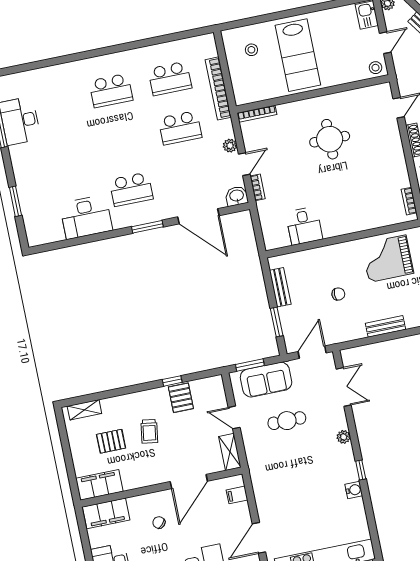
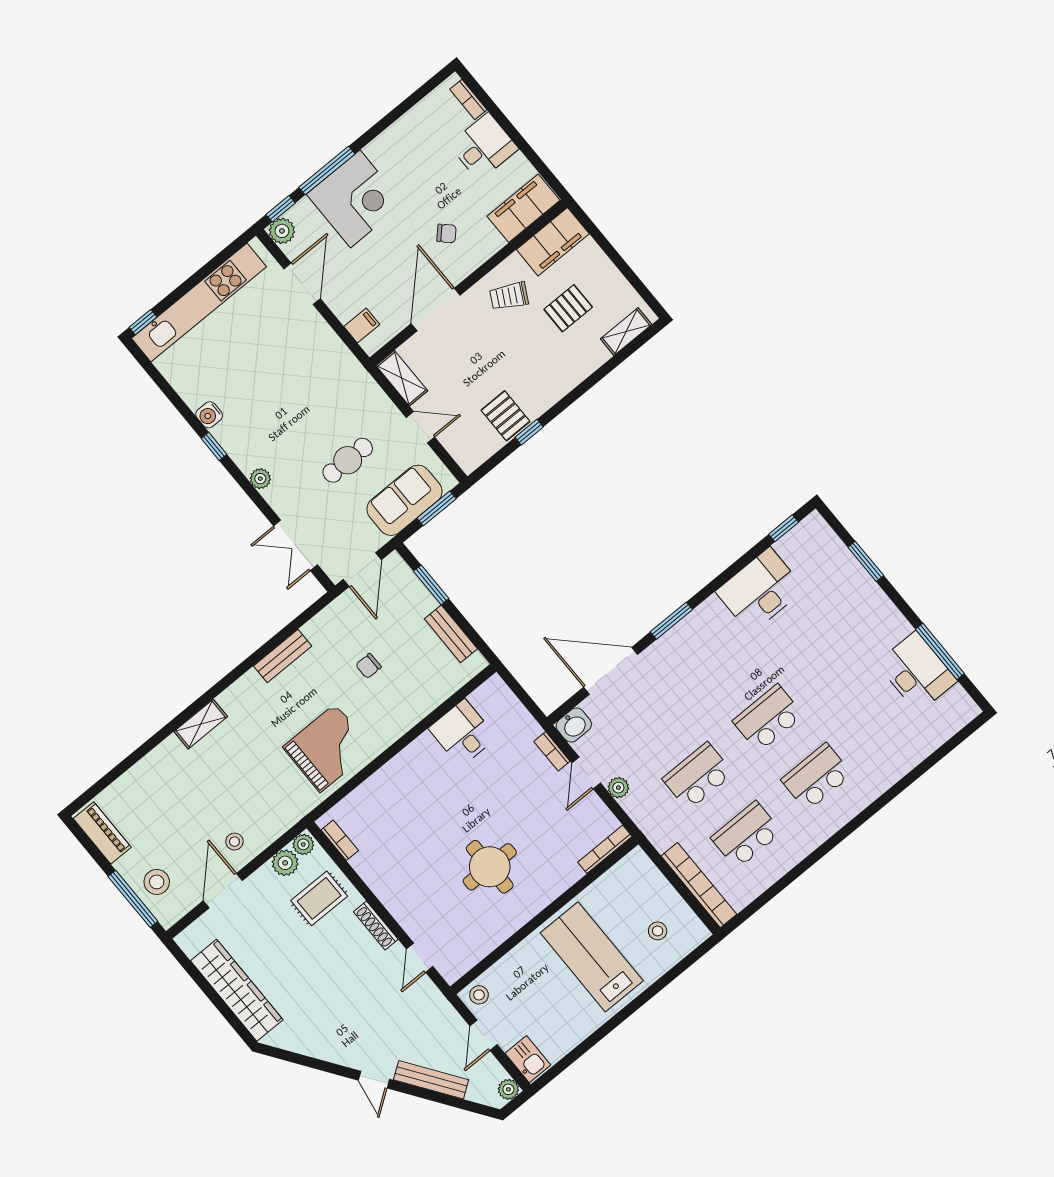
bookcase: (218, 88) -> (699, 885), moved
school desk: (131, 189) -> (768, 718), moved
window: (53, 246) -> (784, 528), added
trolley: (149, 431) -> (509, 296), moved, turned -71

